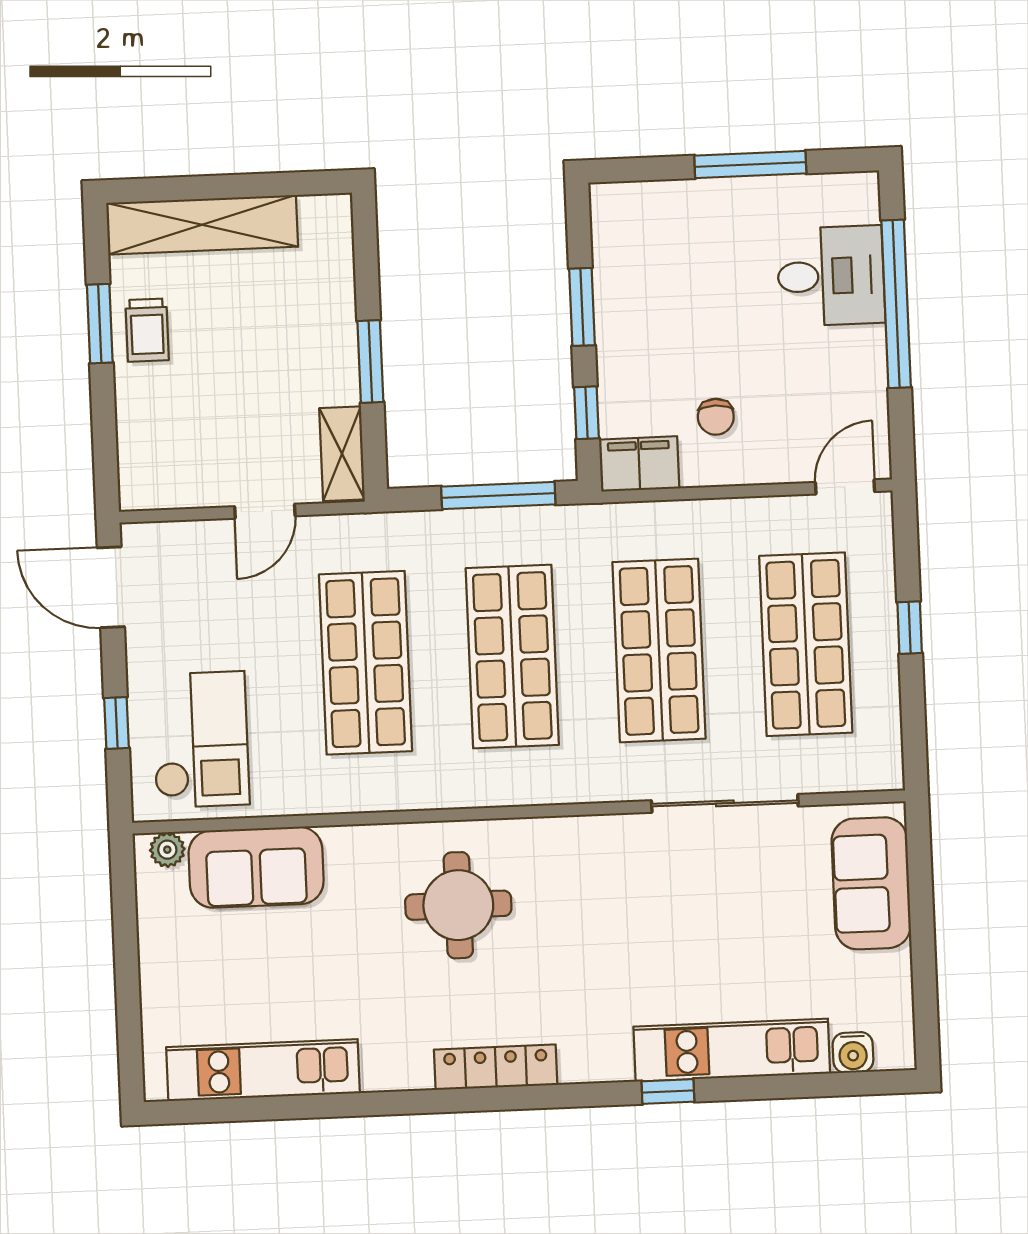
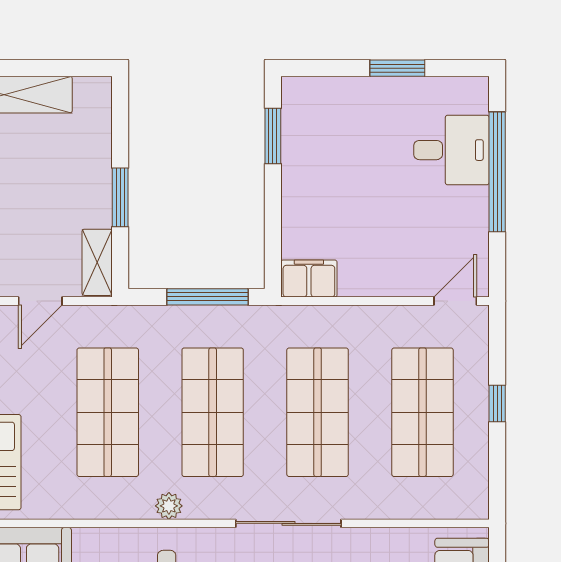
window: (750, 165) -> (397, 68), width x0.69
window: (582, 307) -> (273, 136), moved
window: (586, 413) -> (273, 240), removed
chair: (716, 417) -> (365, 247), removed
plant: (457, 790) -> (169, 506), added
sliding door: (725, 803) -> (288, 523), moved

